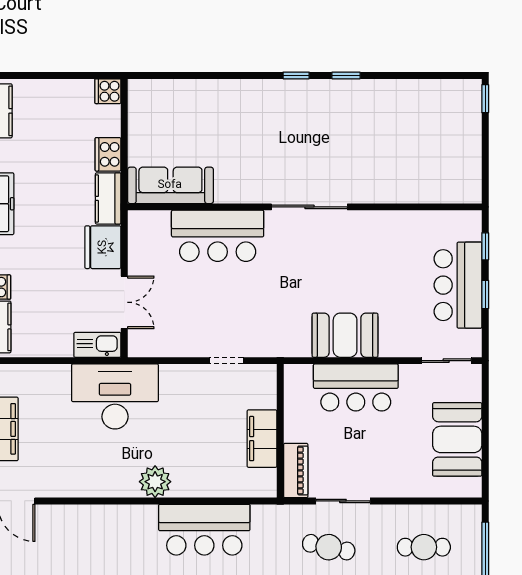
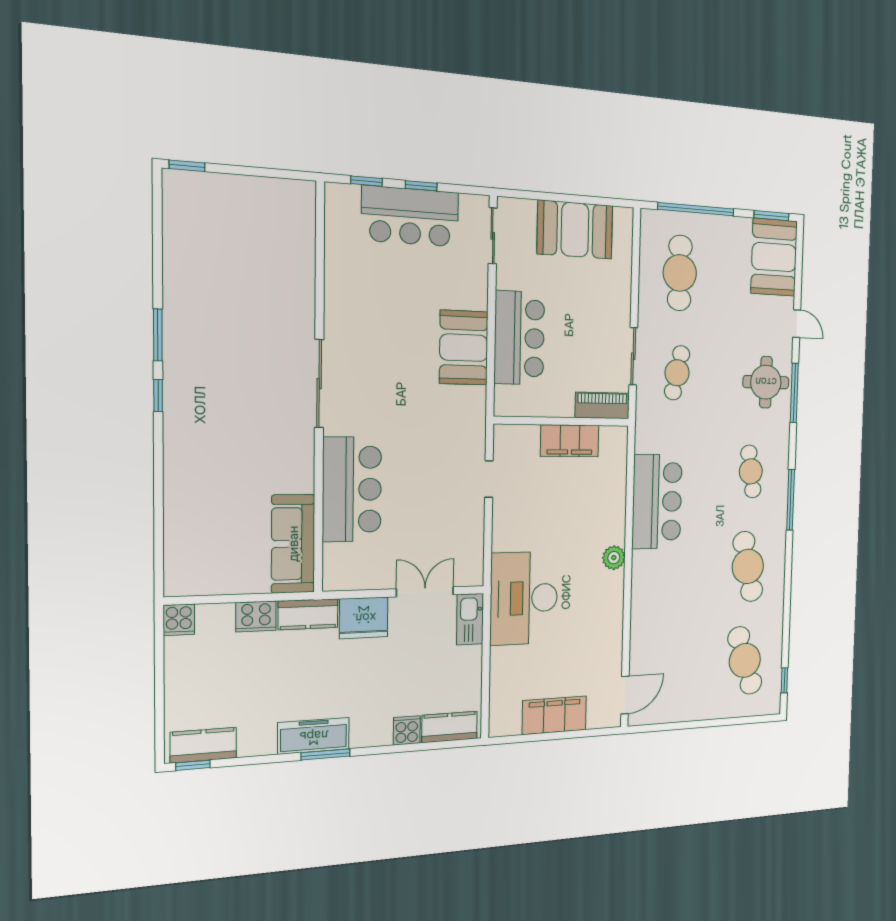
window: (346, 75) -> (158, 335), width x1.50
plant: (155, 482) -> (614, 558), width x0.73, depth x0.73
cafe table: (424, 547) -> (680, 273), width x1.37, depth x1.35

